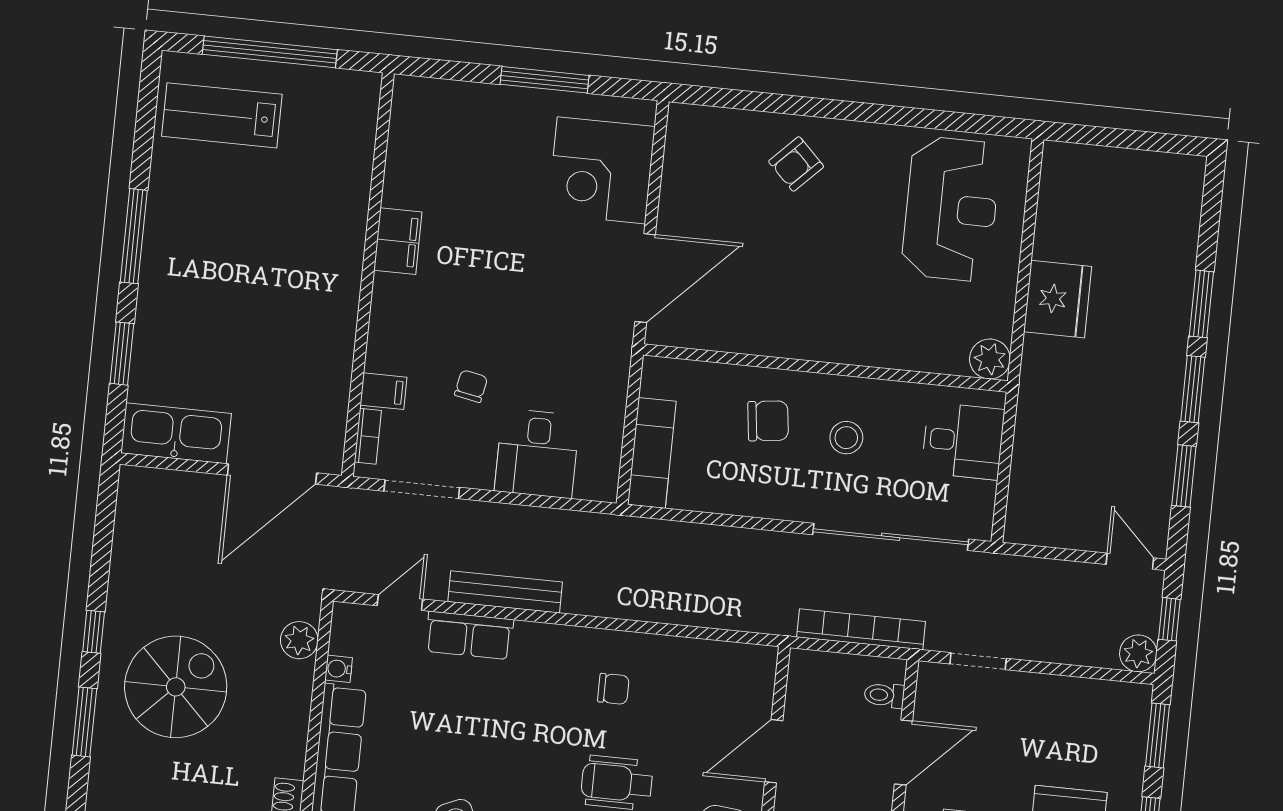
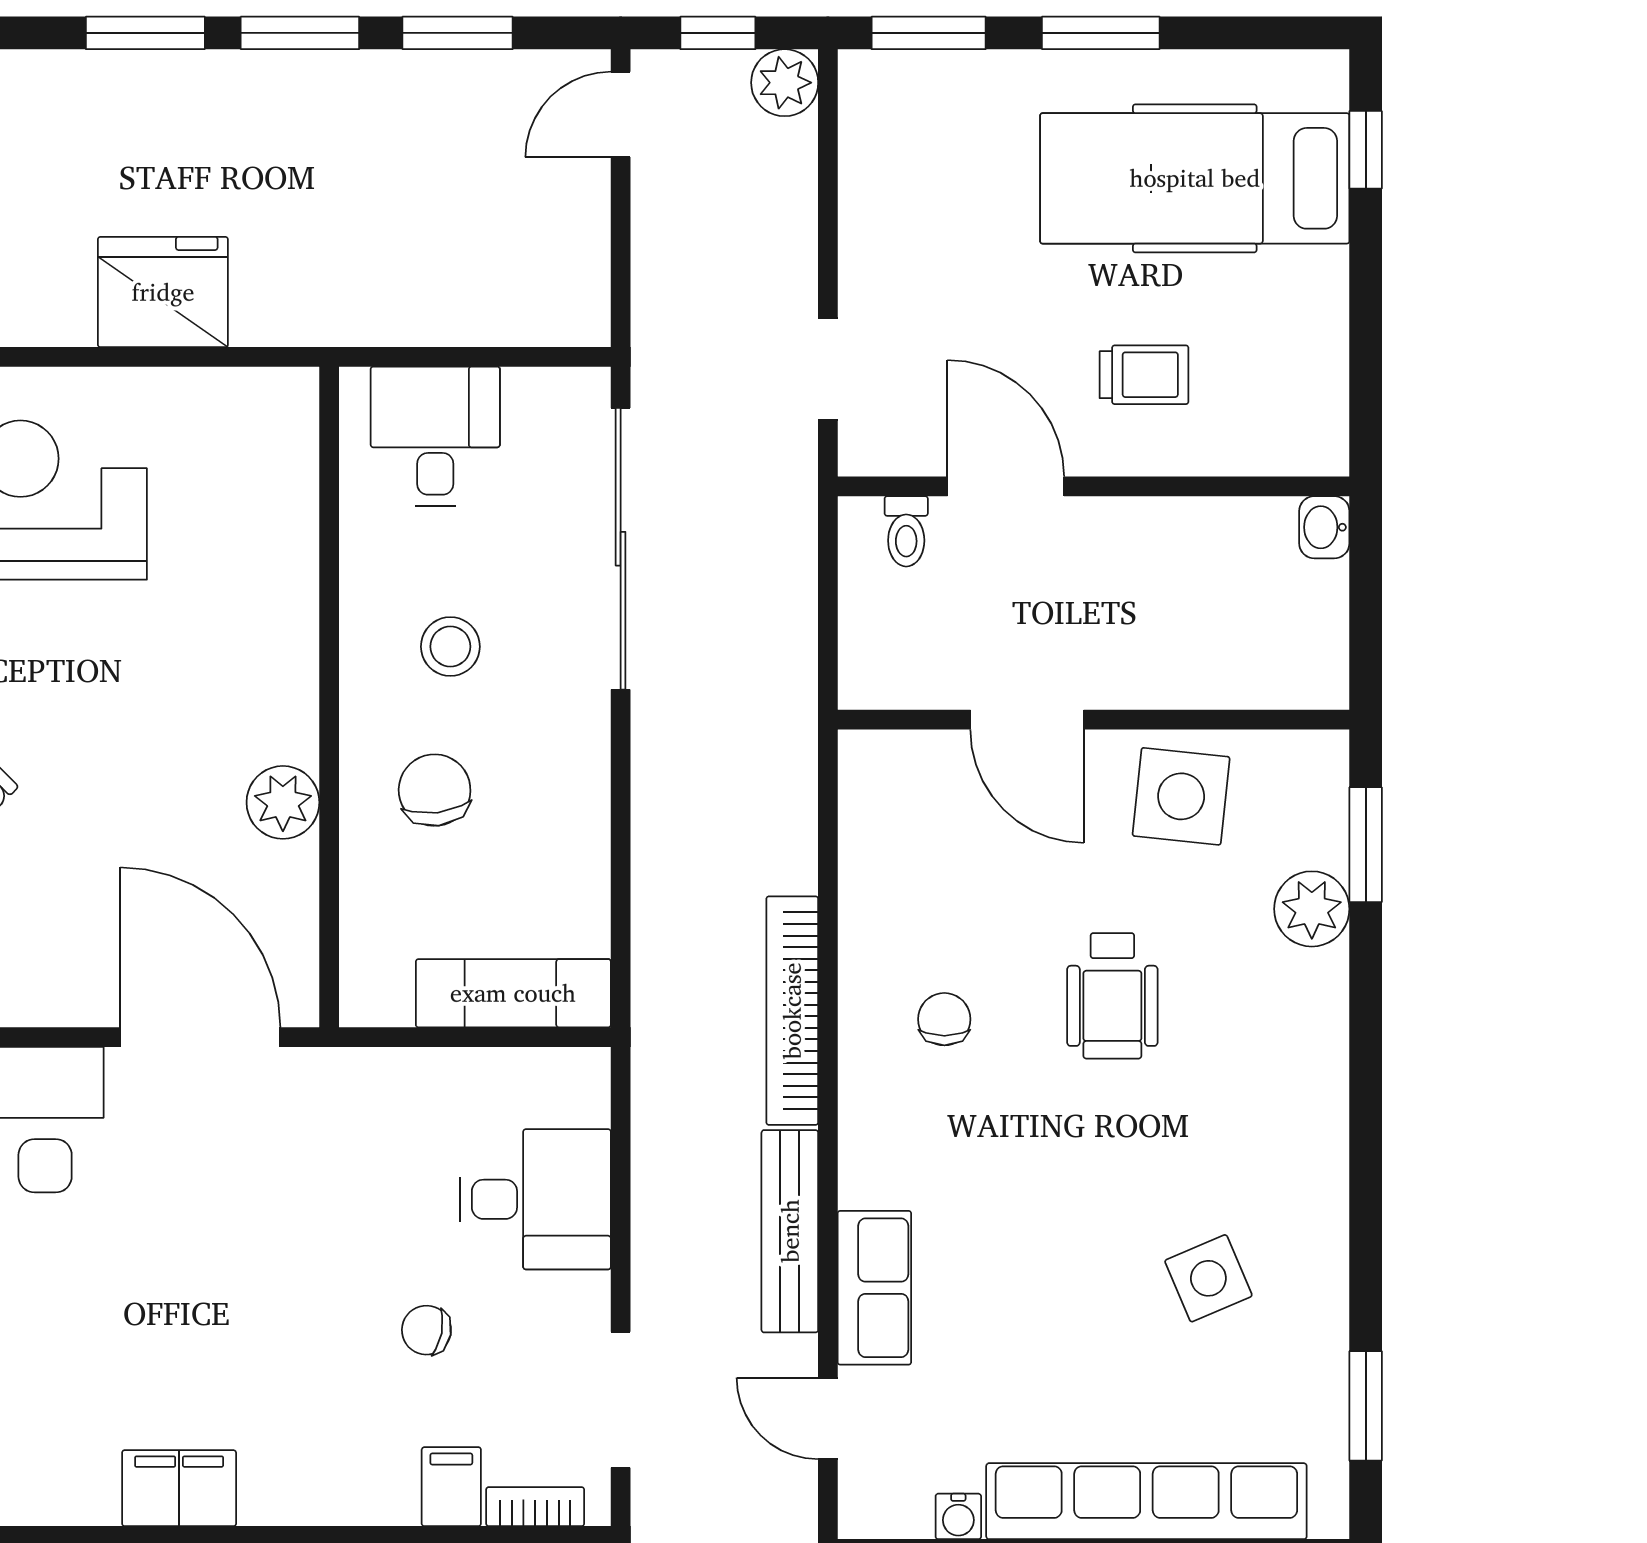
plant: (990, 359) -> (283, 802), moved
bookcase: (861, 629) -> (792, 1011), moved

